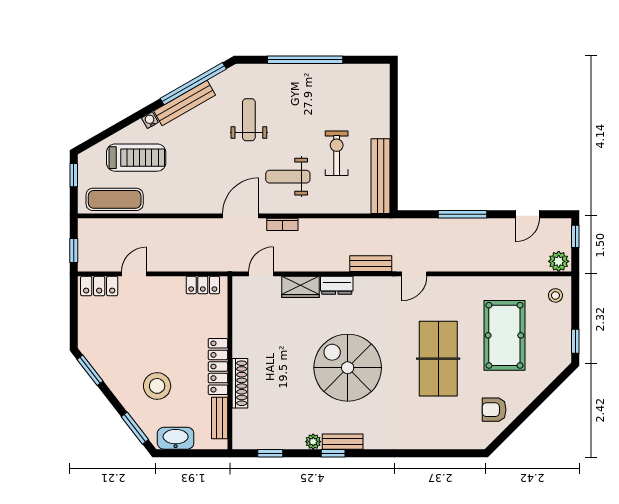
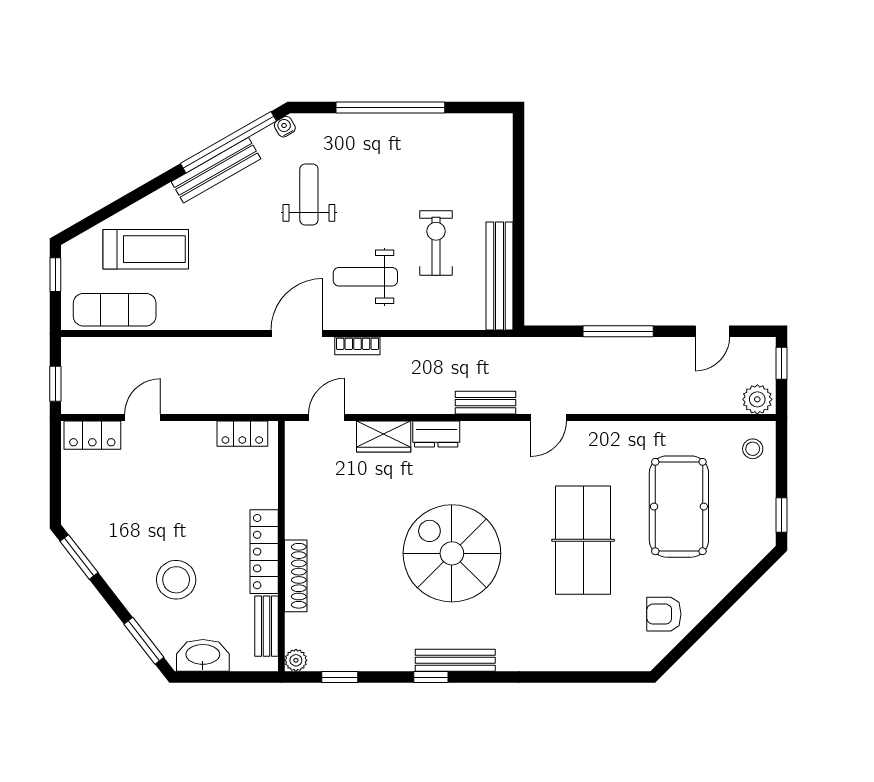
water cooler: (150, 120) -> (285, 127), moved
plant: (313, 442) -> (296, 660), moved
bench: (343, 442) -> (455, 660), width x1.36

